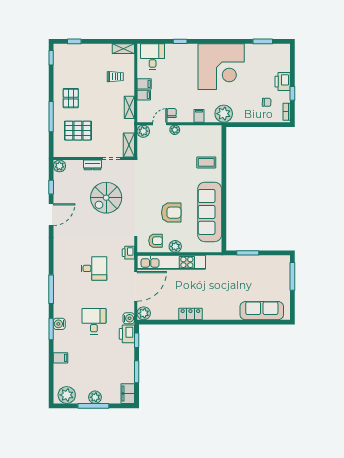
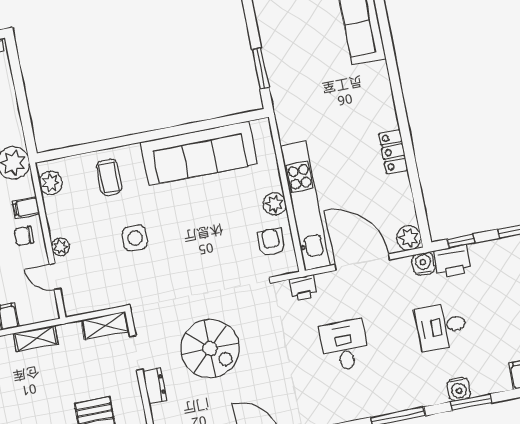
chair: (172, 113) -> (24, 236), moved
plant: (143, 131) -> (51, 183), moved
side table: (172, 170) -> (135, 238), added
armchair: (171, 213) -> (214, 223), removed

